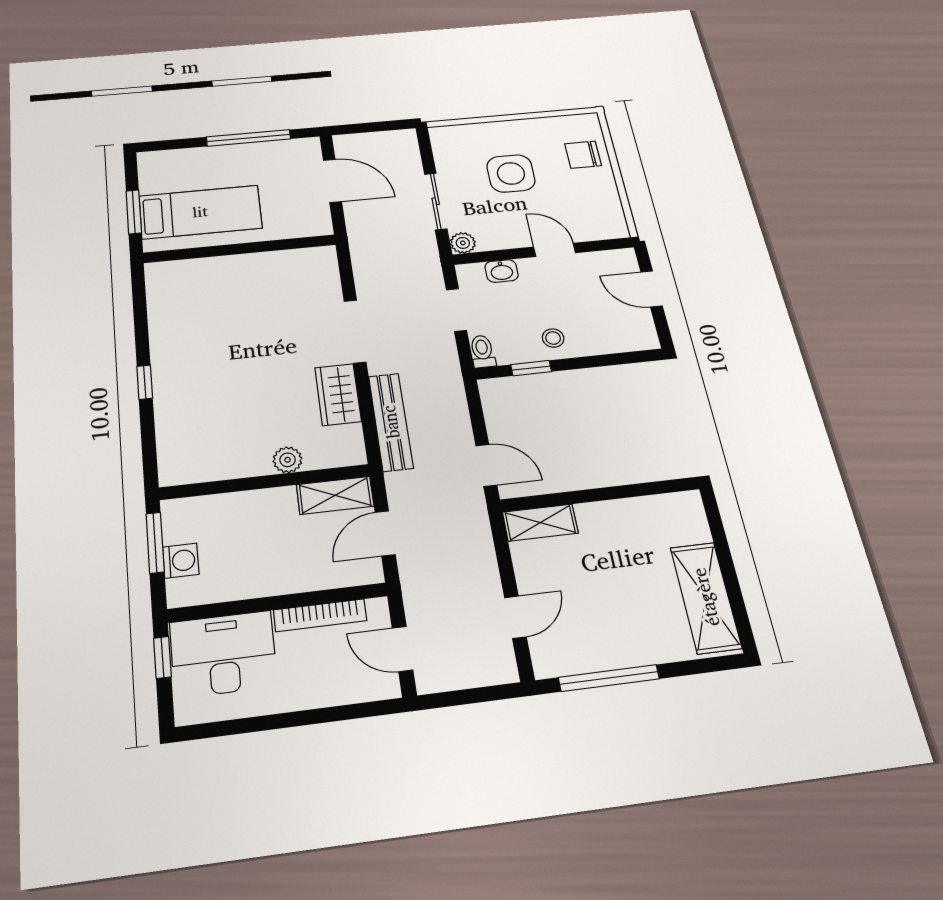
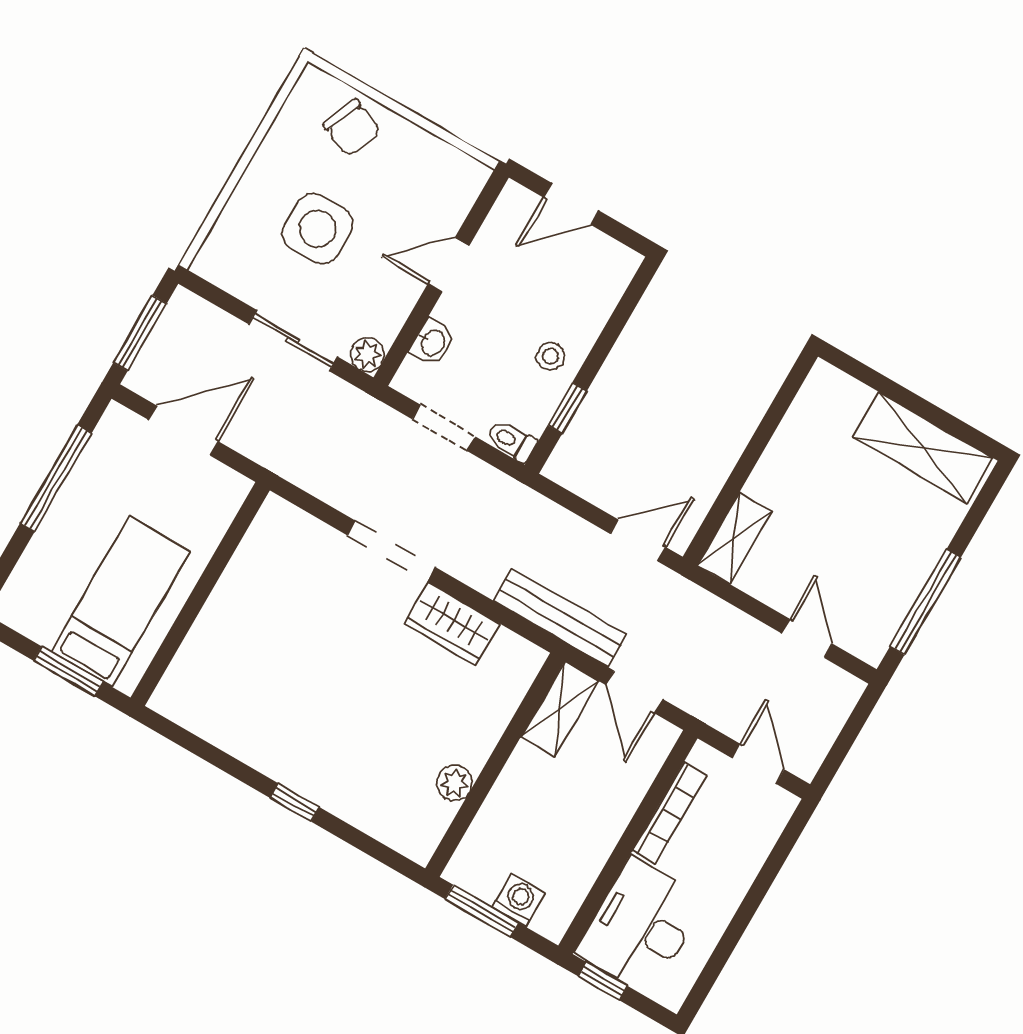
window: (370, 127) -> (140, 333), added
chair: (583, 155) -> (352, 128), turned -68
bench: (391, 422) -> (560, 618), moved
plant: (288, 460) -> (454, 783), moved
door: (402, 649) -> (758, 764), swing flipped

